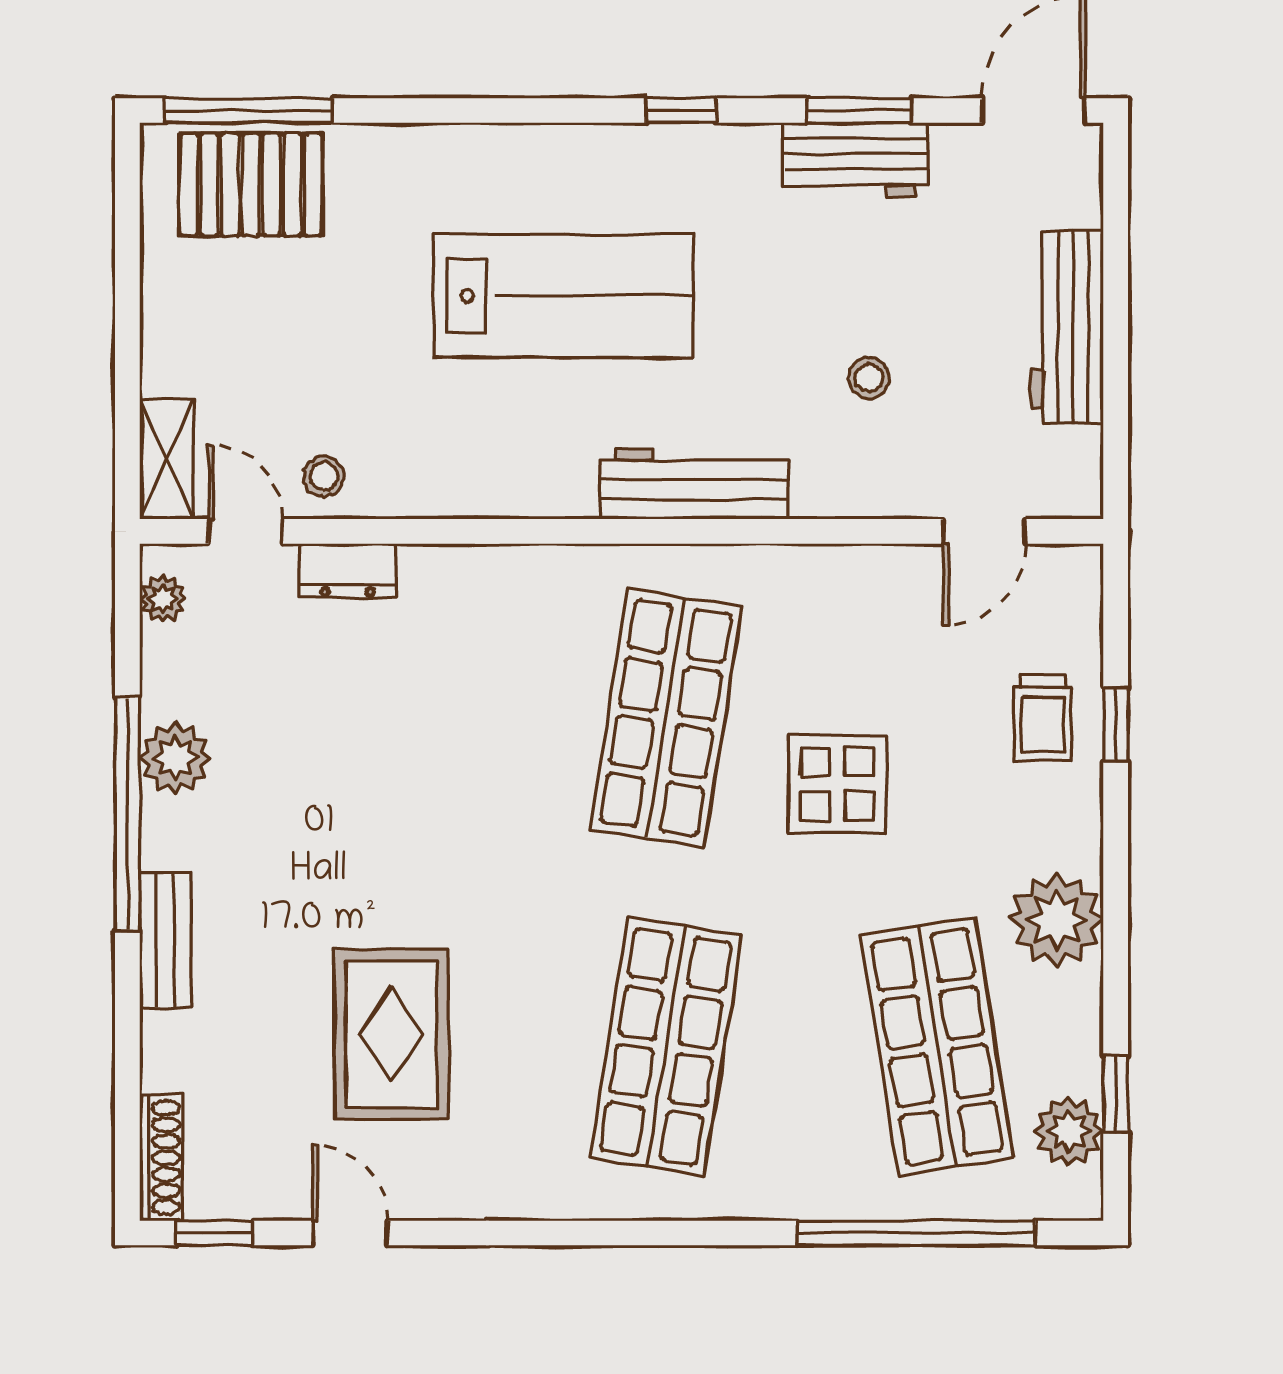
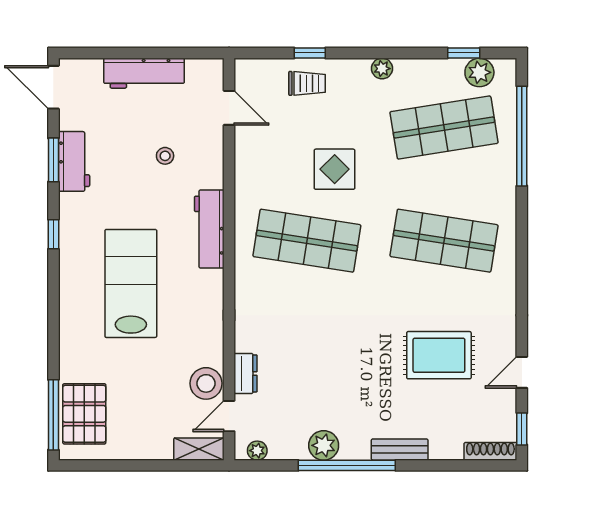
stool: (324, 476) -> (206, 383), width x1.89, depth x1.89
plant: (1057, 920) -> (382, 69), width x0.53, depth x0.53

